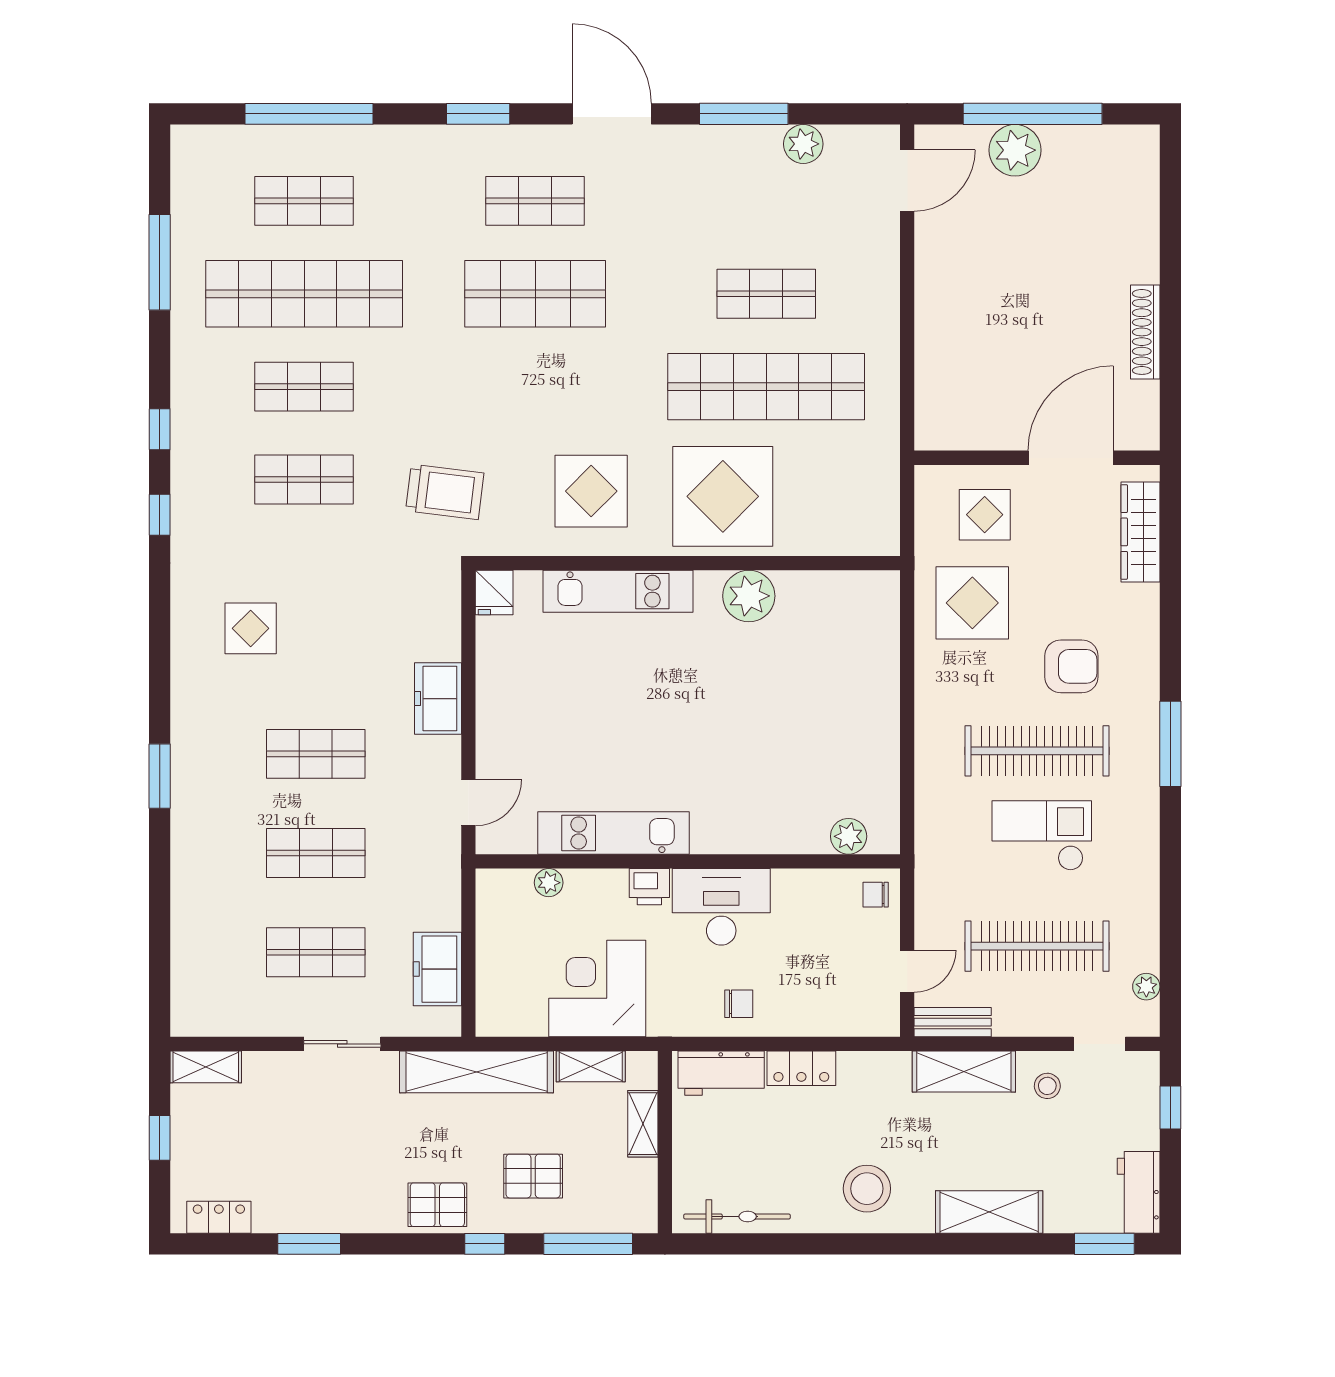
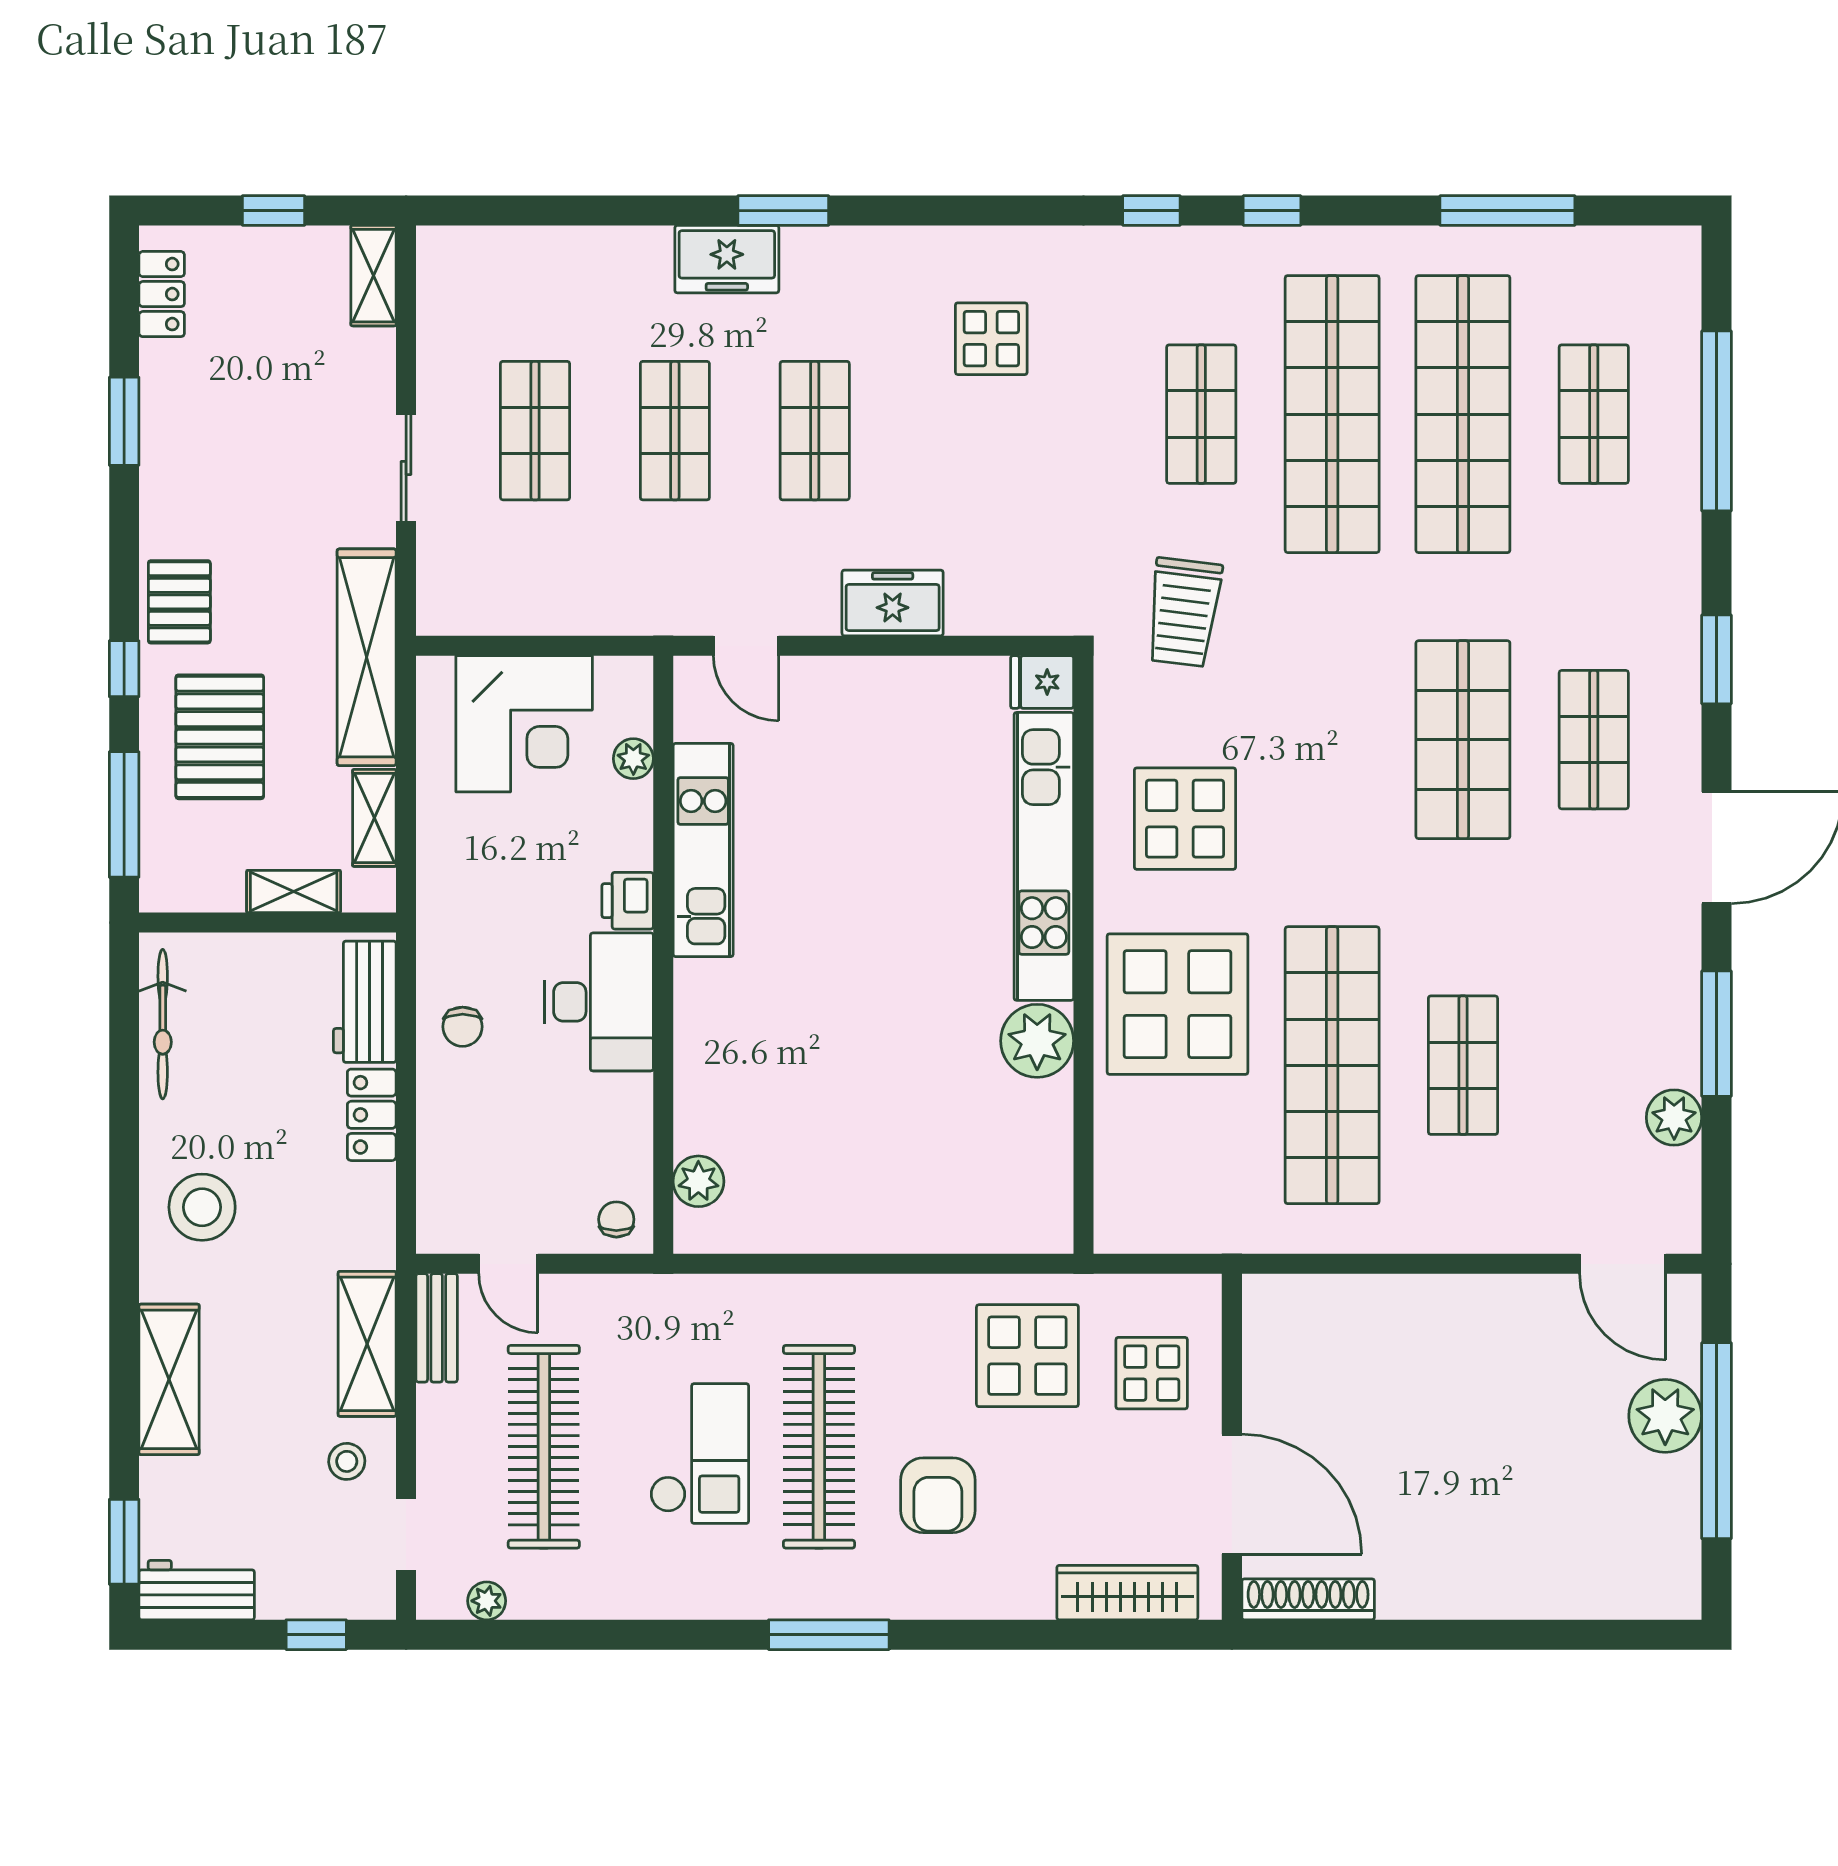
shoe rack: (1145, 332) -> (1308, 1599), moved
shop shelf: (304, 387) -> (1332, 414), width x2.00, depth x1.36
kitchen unit: (618, 591) -> (1044, 856), width x1.36
freezer: (437, 969) -> (727, 259), moved, turned 180
corner desk: (597, 988) -> (524, 724), moved, turned 90
pallet: (533, 1176) -> (220, 737), width x1.50, depth x1.42

